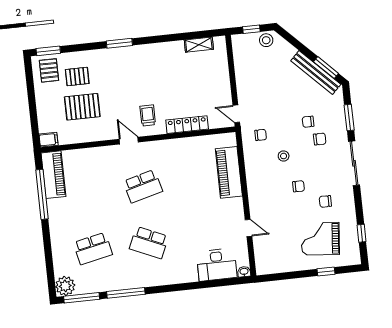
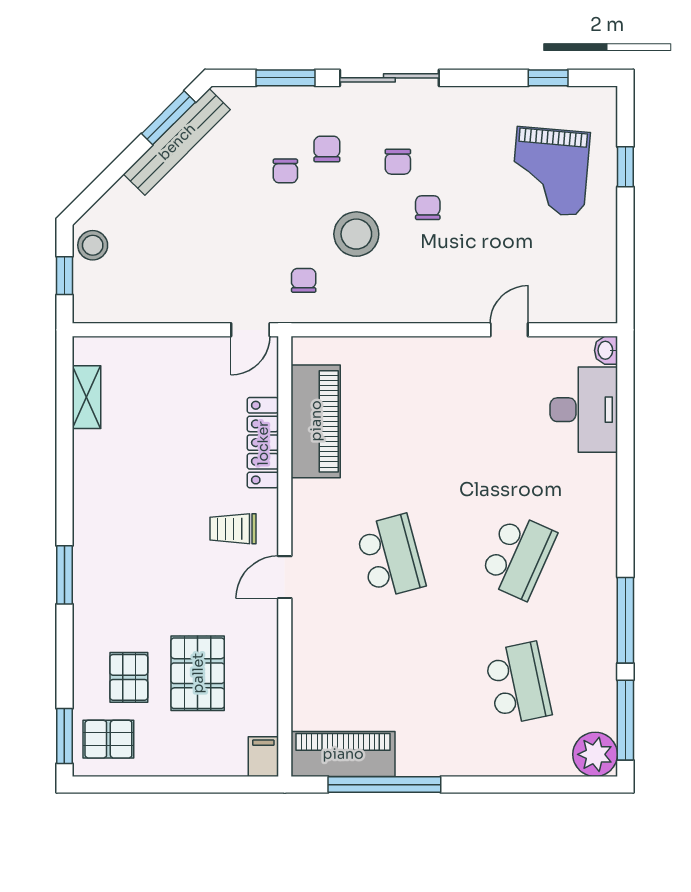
stool: (284, 156) -> (356, 234), width x1.89, depth x1.89
piano: (229, 172) -> (316, 421), moved, turned -90
chair: (325, 201) -> (398, 162), moved

